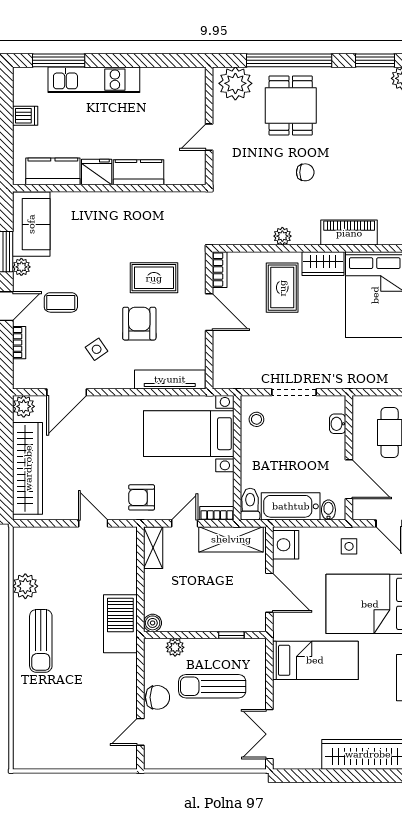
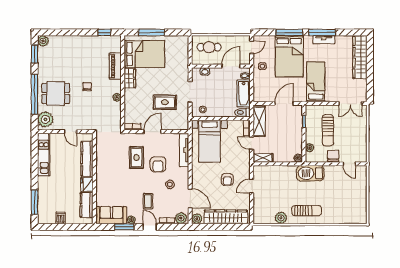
kitchen unit: (94, 80) -> (44, 155), moved
kitchen counter: (139, 172) -> (87, 159), width x1.50
rug: (282, 288) -> (165, 102), moved
armchair: (139, 324) -> (158, 164), turned -90
plant: (25, 373) -> (181, 218), added
armchair: (142, 497) -> (227, 180), moved
nightstand: (286, 545) -> (262, 96), removed
barbecue: (120, 624) -> (310, 173), moved

